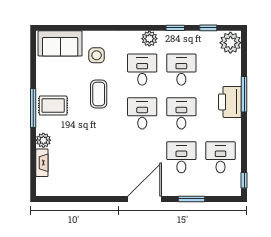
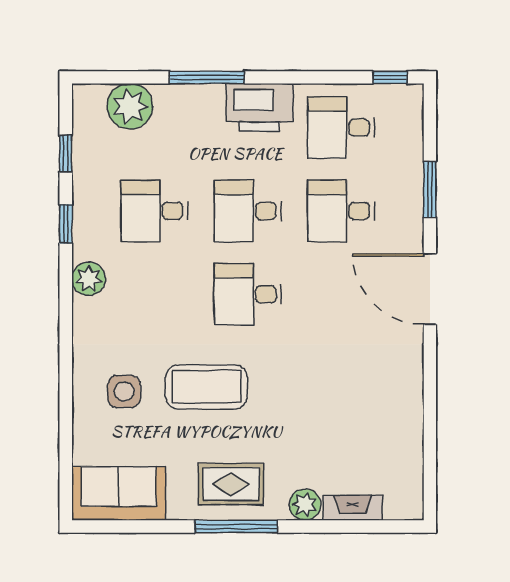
sofa: (60, 43) -> (118, 493), moved, turned -90
plant: (230, 43) -> (130, 106), moved
desk: (142, 70) -> (154, 294), removed
coffee table: (99, 94) -> (206, 387), width x1.36, depth x1.32
printer: (230, 102) -> (259, 107), moved
rug: (53, 106) -> (231, 484), turned 90

